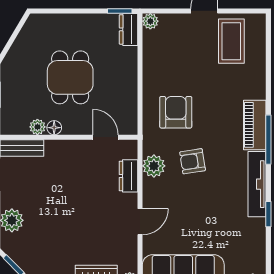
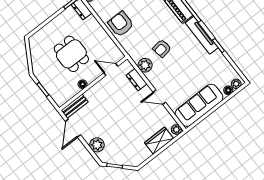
armchair: (176, 112) -> (121, 24), moved
plant: (37, 127) -> (74, 90), removed
door: (140, 222) -> (159, 97), swing flipped

